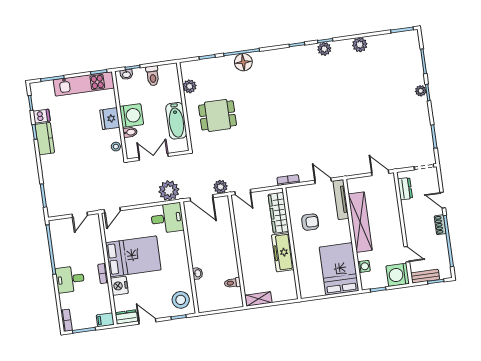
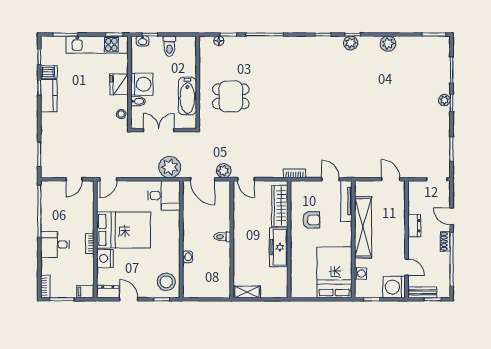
floor lamp: (243, 62) -> (219, 41), moved, width x0.53, depth x0.53
plant: (190, 86) -> (206, 62), removed
dresser: (405, 189) -> (414, 226), moved
toilet: (232, 283) -> (222, 237), moved

